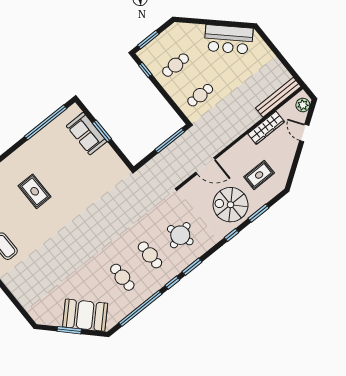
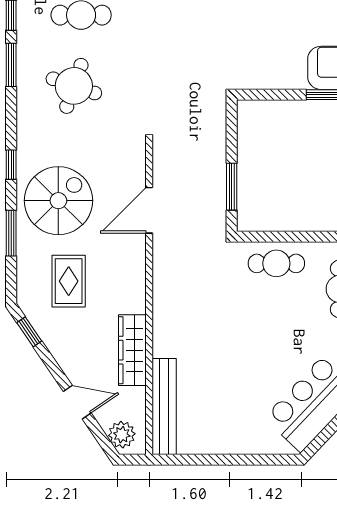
cafe table: (200, 95) -> (276, 263), moved, turned 90
window: (170, 141) -> (232, 187), width x0.69
window: (292, 174) -> (29, 332), added
round table: (180, 235) -> (74, 86), turned 36

